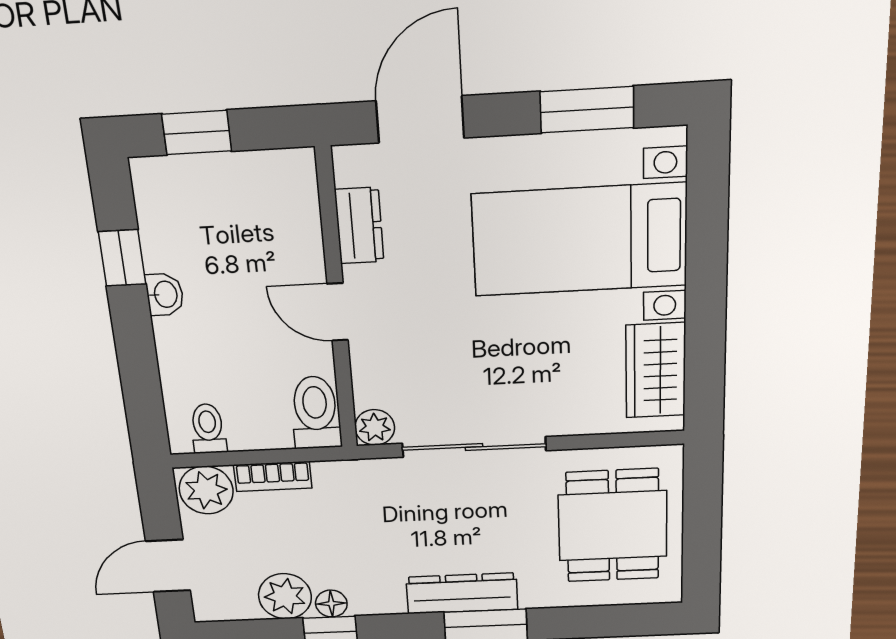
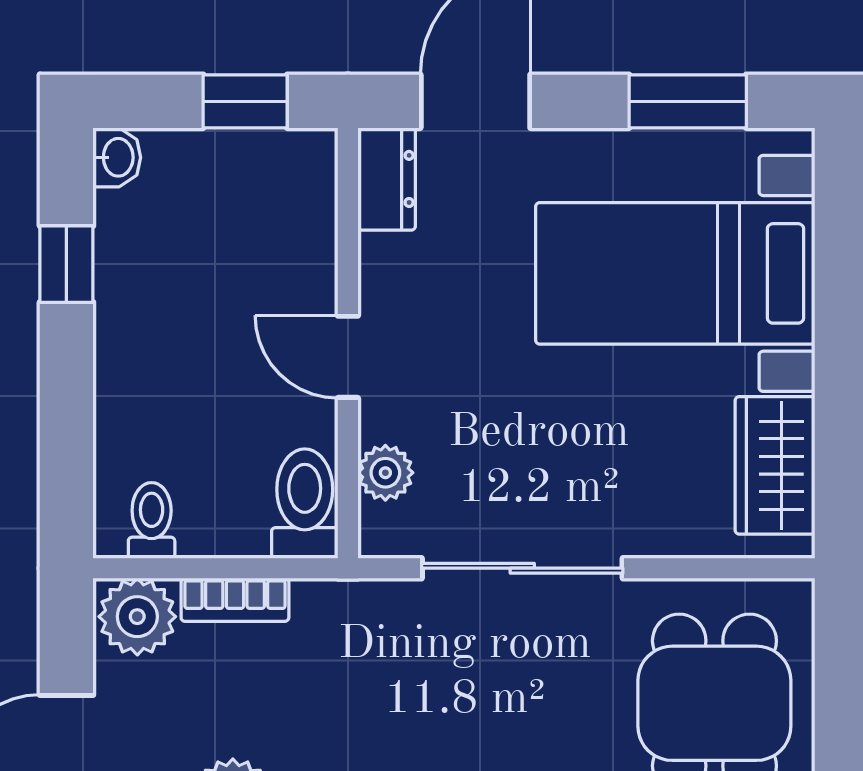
window: (197, 133) -> (245, 101), moved
dresser: (359, 226) -> (387, 179), moved
washbasin: (165, 294) -> (117, 157), moved
plant: (375, 427) -> (385, 473), moved

